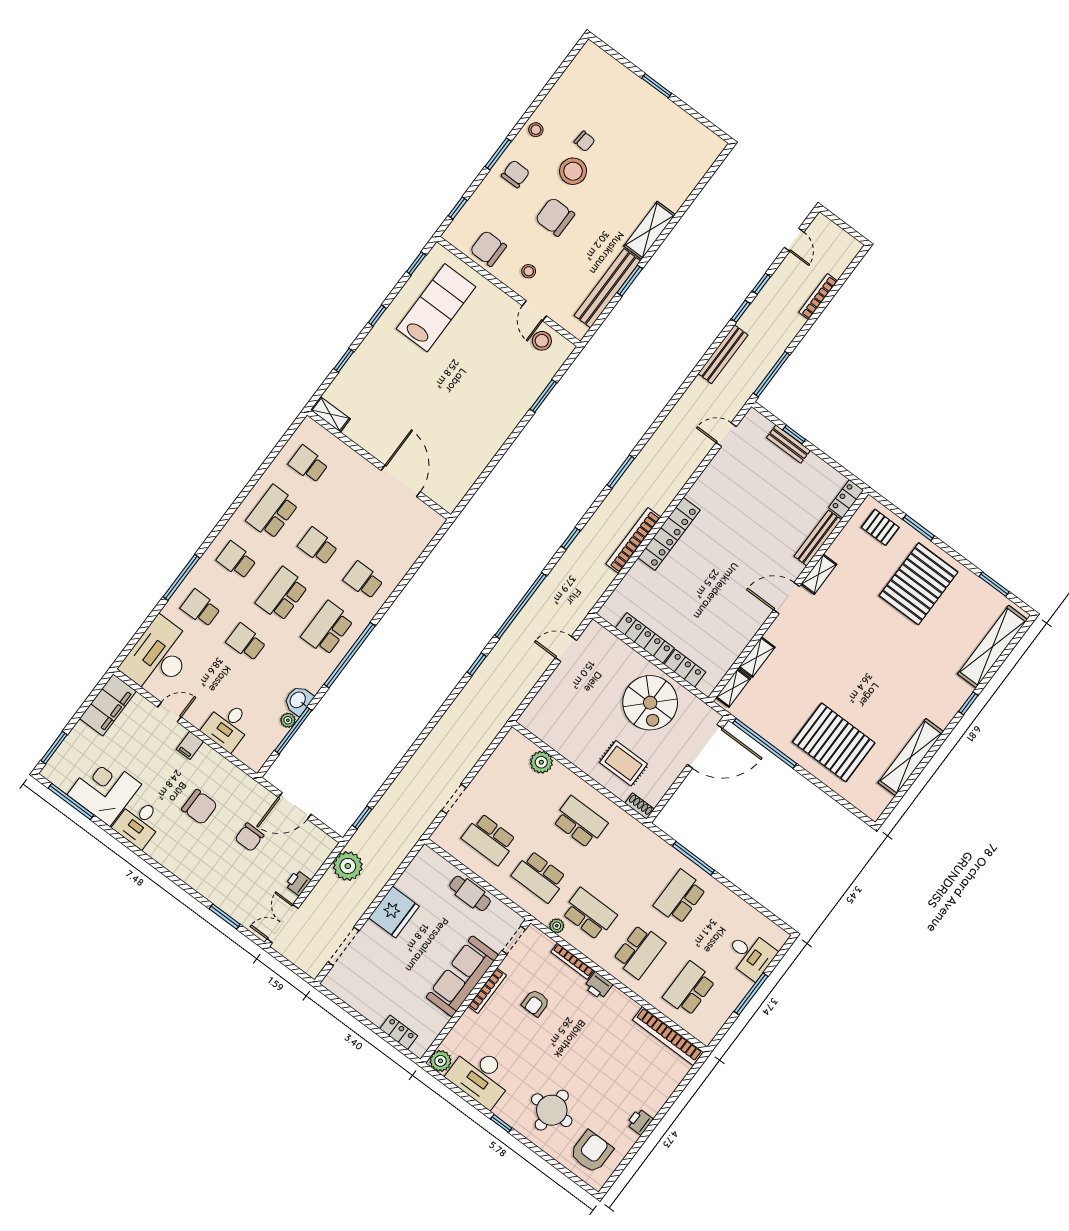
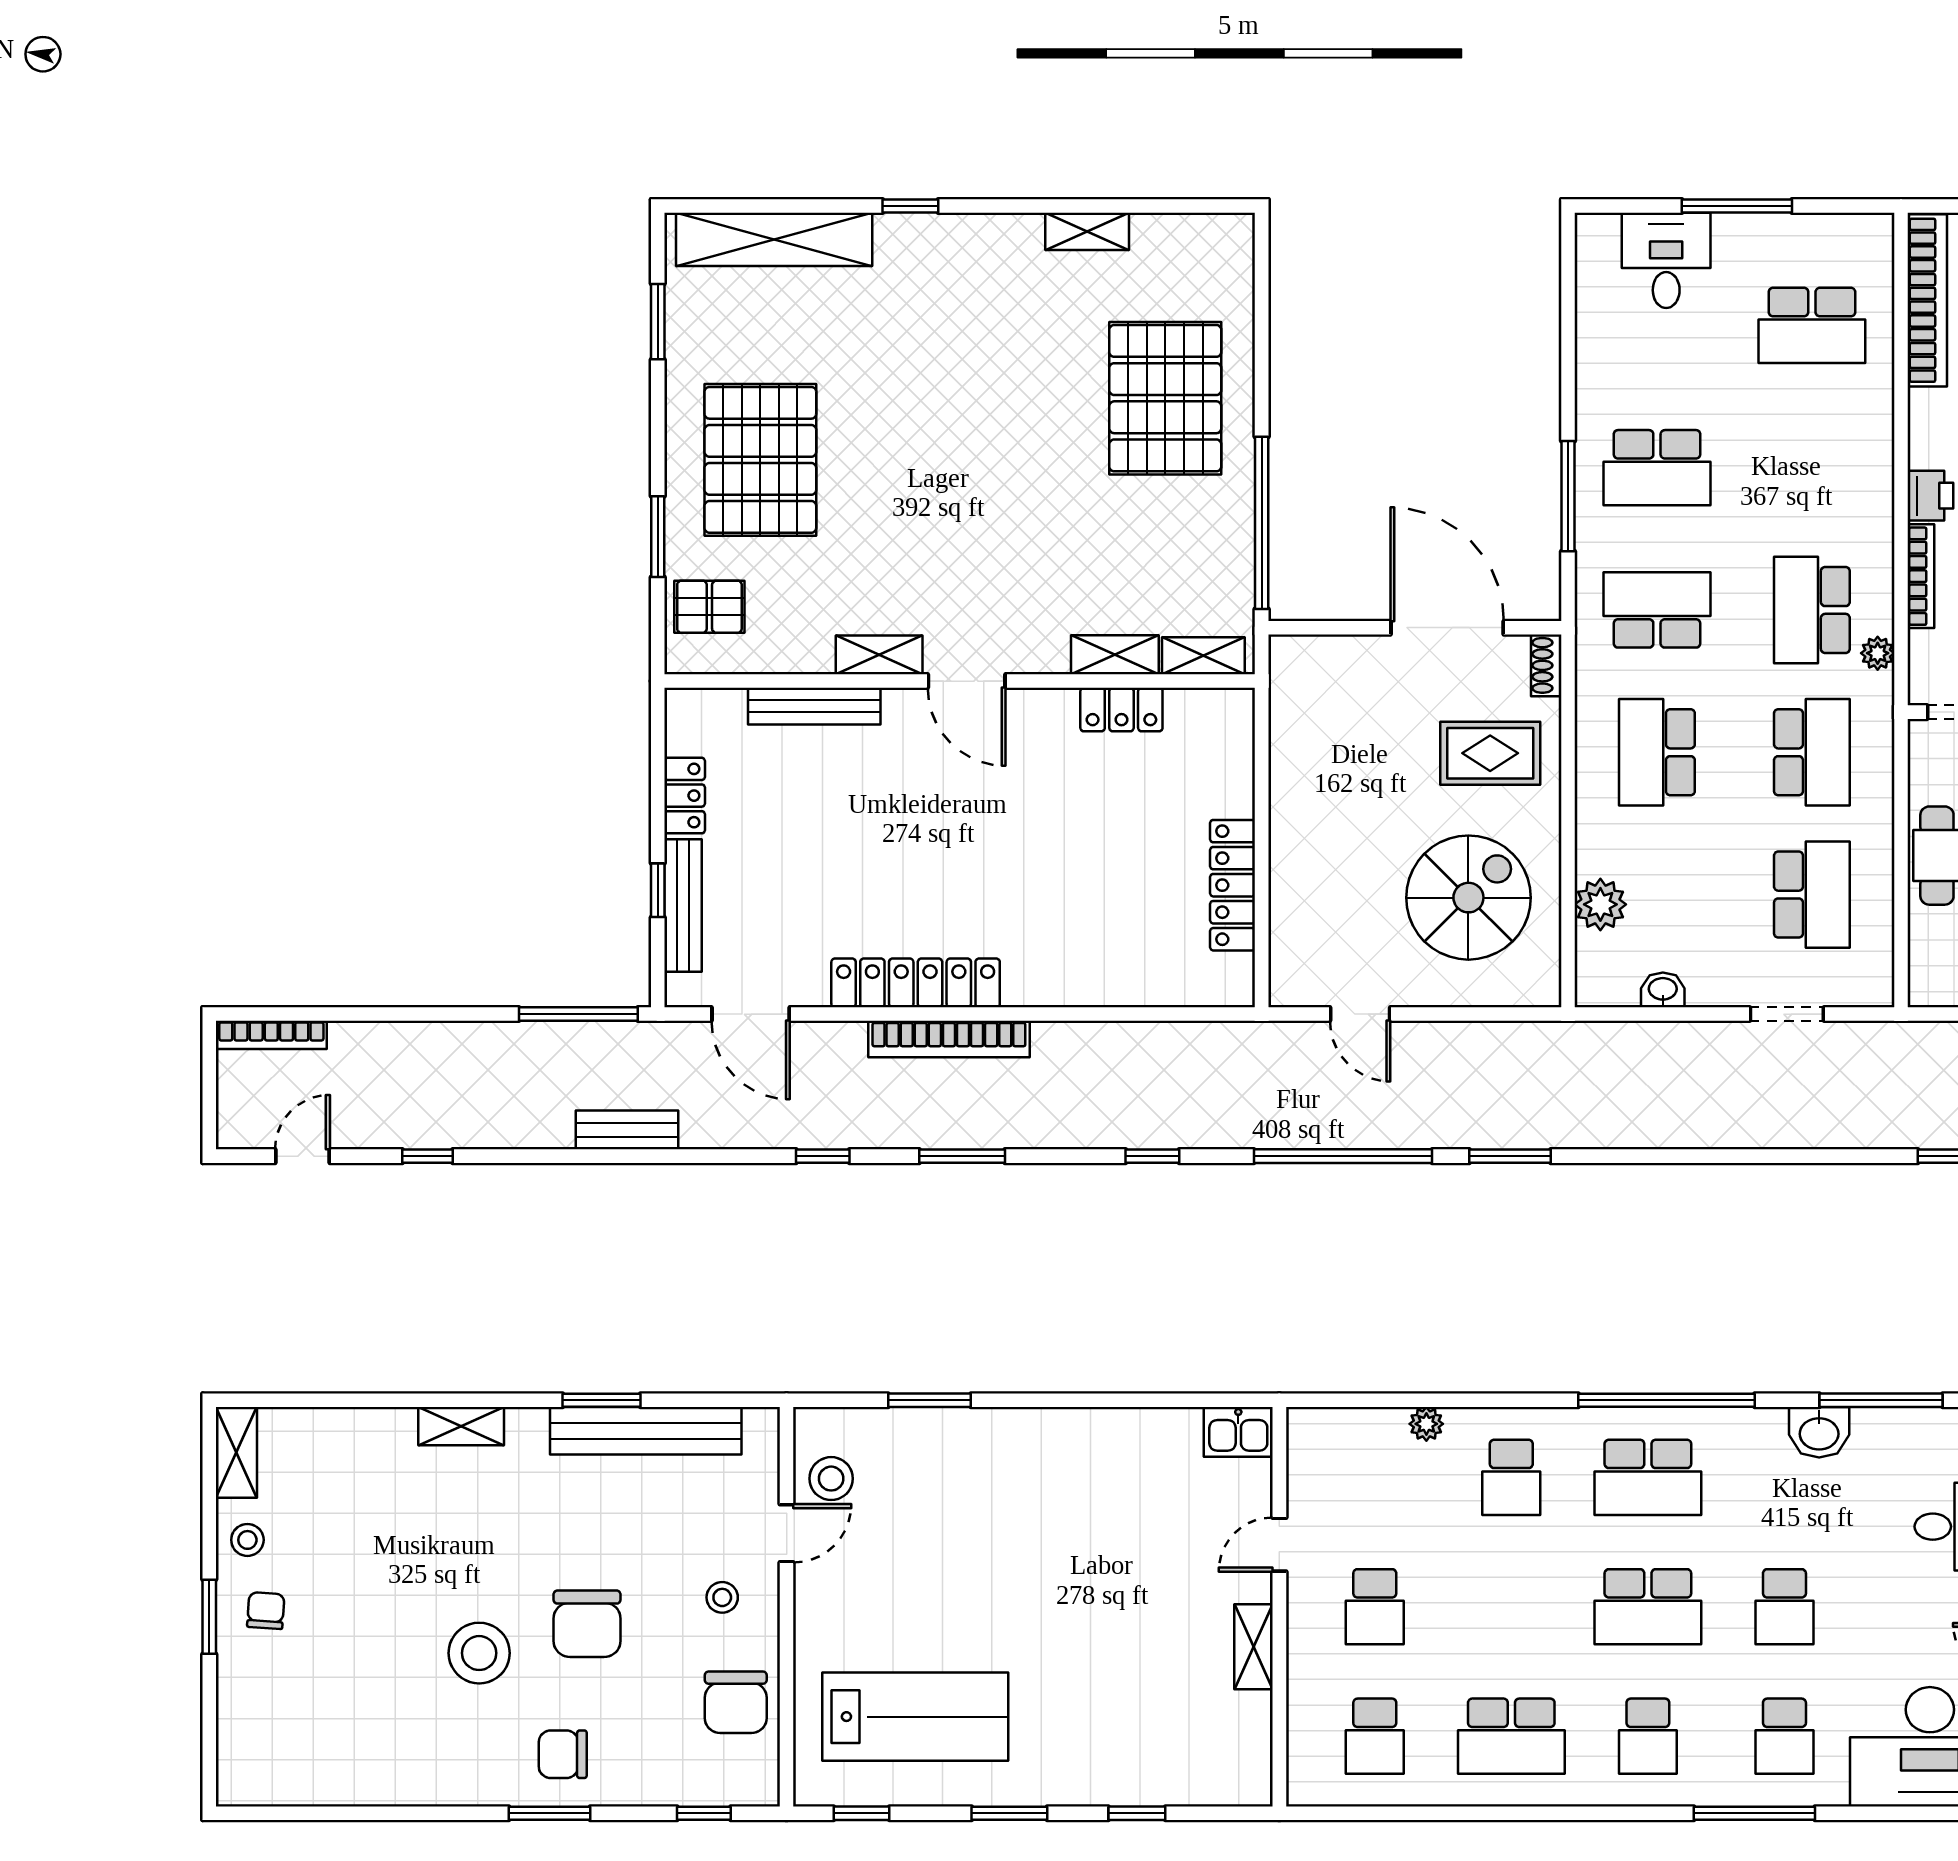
stool: (536, 130) -> (247, 1540), moved
shelving: (707, 139) -> (236, 1452), added
chair: (584, 141) -> (266, 1611), moved
shelving: (650, 230) -> (461, 1426), width x0.67, depth x0.75
bookcase: (818, 297) -> (271, 1035), moved
lab bench: (436, 308) -> (915, 1717), turned 180
window: (741, 311) -> (823, 1156), moved
window: (377, 315) -> (1009, 1813), width x1.50
bench: (723, 354) -> (627, 1130), width x0.73
shelving: (330, 414) -> (1253, 1647), moved
door: (726, 435) -> (751, 1014), width x1.38
bench: (788, 444) -> (683, 906), width x1.36
door: (401, 481) -> (1279, 1545), width x0.53
kitchen sink: (451, 496) -> (1238, 1432), added
locker: (846, 499) -> (685, 796), moved, turned -90
pallet: (880, 527) -> (709, 607), turned 90
locker: (669, 534) -> (916, 983), moved
bookcase: (633, 541) -> (949, 1039), moved
school desk: (318, 546) -> (1375, 1607), moved
pallet: (919, 584) -> (760, 460), turned 90
window: (477, 664) -> (1510, 1156), width x1.50
locker: (685, 668) -> (1121, 710), moved, turned -90
spiral stairs: (650, 703) -> (1468, 898), moved
plant: (288, 720) -> (1426, 1424), moved
door: (705, 746) -> (1447, 628), moved
shelving: (911, 757) -> (1087, 231), width x0.45, depth x0.75
washbasin: (495, 762) -> (1663, 990), added
rug: (623, 763) -> (1490, 753), turned 90
school desk: (639, 951) -> (1657, 610), moved

